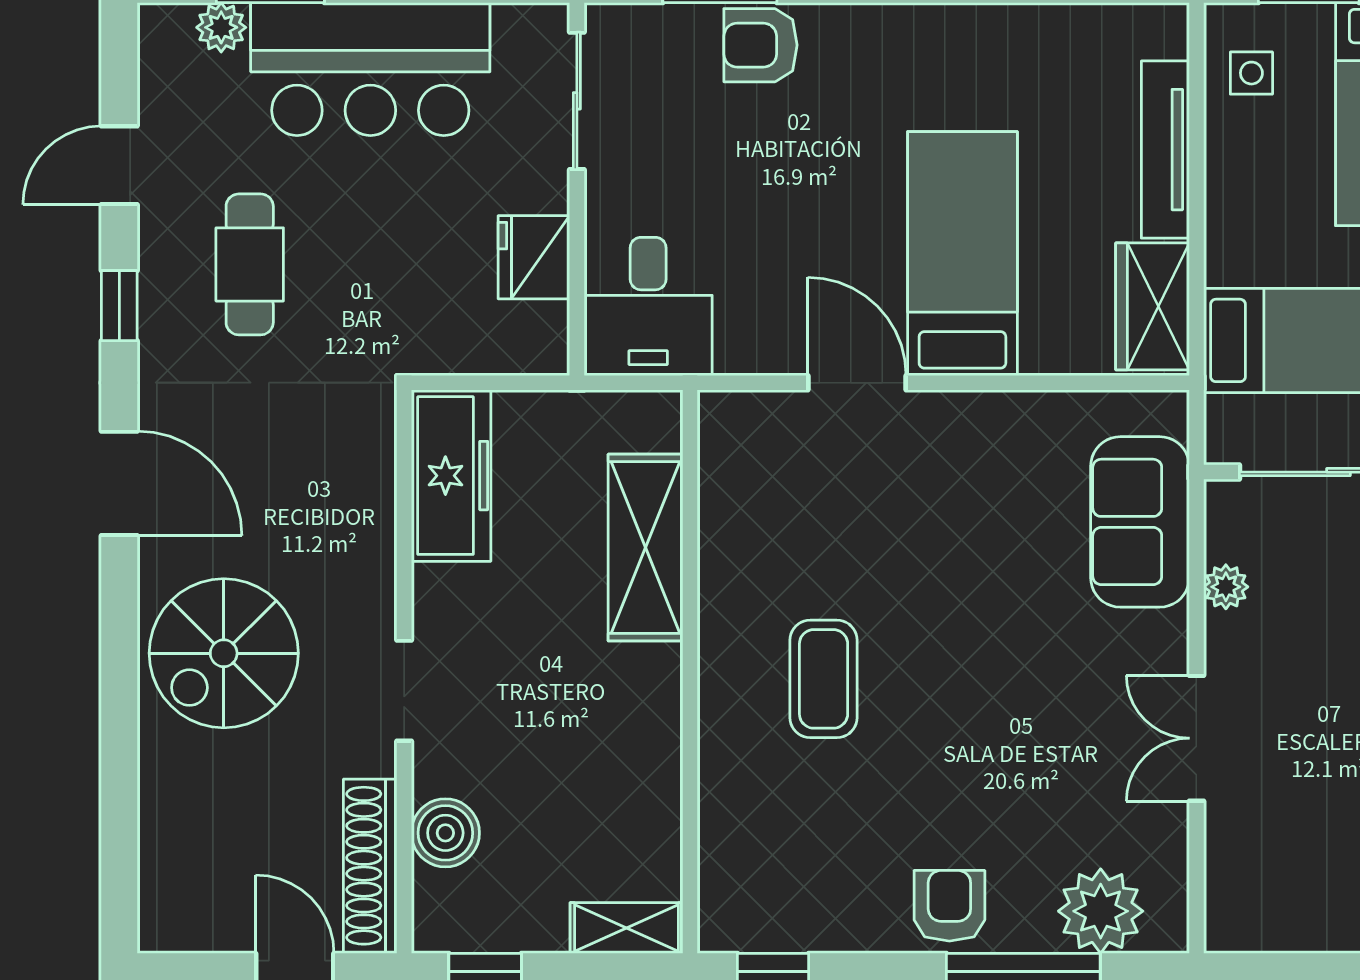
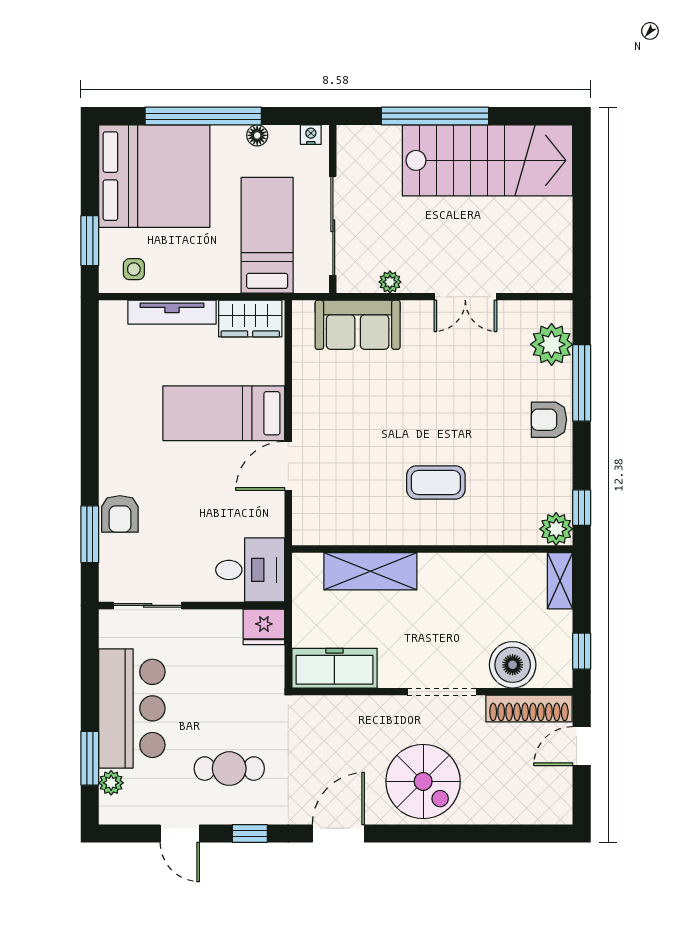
fridge: (534, 257) -> (264, 627), moved
doorway: (404, 691) -> (442, 692), width x1.38
boiler: (445, 833) -> (513, 665), width x1.37, depth x1.37
plant: (730, 920) -> (556, 529), added

